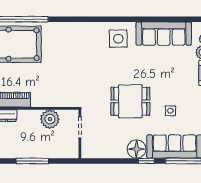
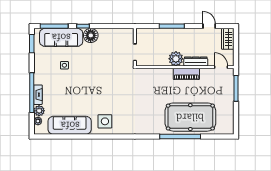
dining table: (130, 101) -> (96, 73), removed
plant: (50, 119) -> (176, 59), moved

